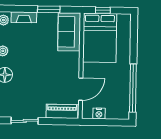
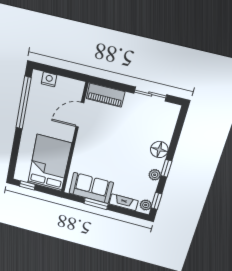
window: (103, 10) -> (27, 185), moved
sofa: (69, 32) -> (91, 188), moved, turned -90
nightstand: (99, 114) -> (49, 79), moved

